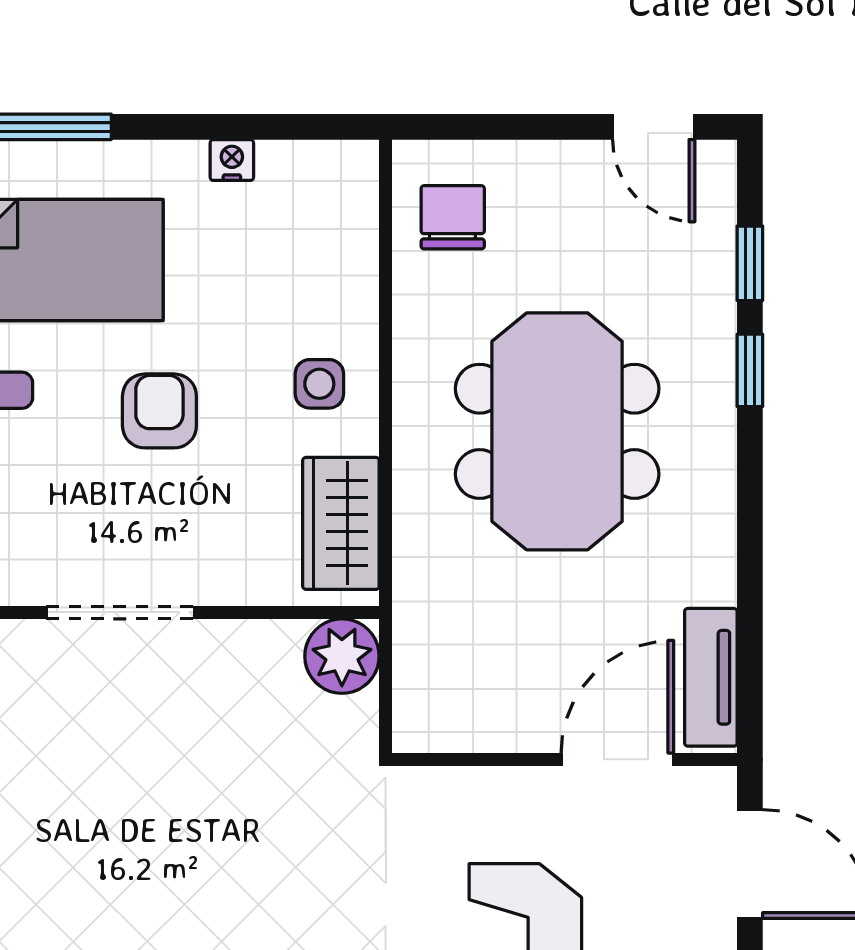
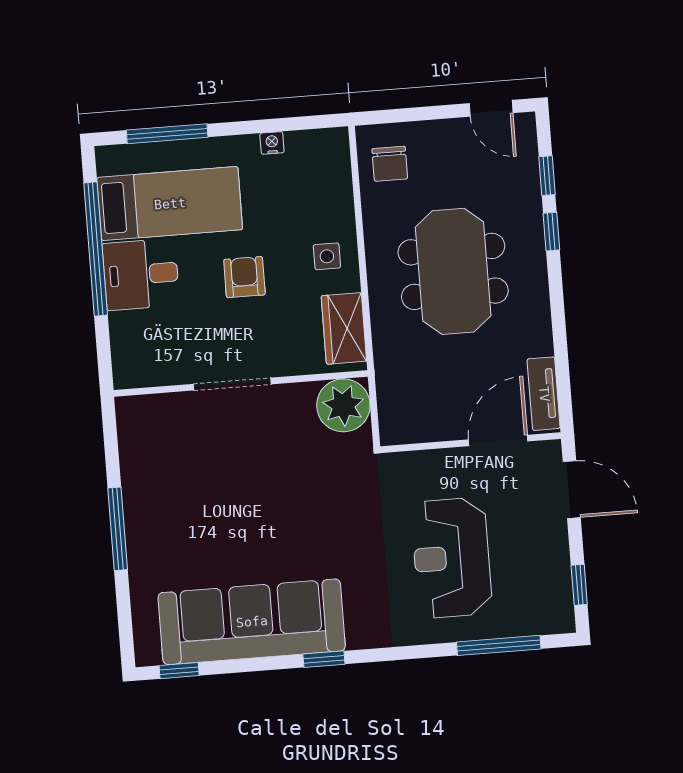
chair: (453, 217) -> (390, 164), turned 180
plant: (342, 656) -> (343, 405), width x1.36, depth x1.36

